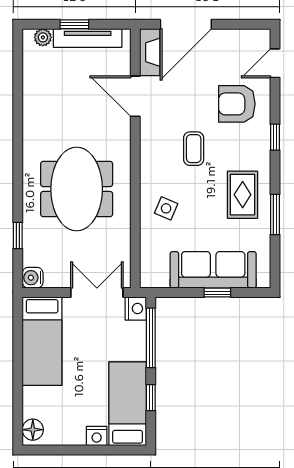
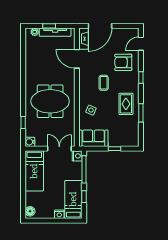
meeting table: (77, 189) -> (50, 101), turned 90
sofa: (213, 270) -> (93, 138), moved, width x0.73

